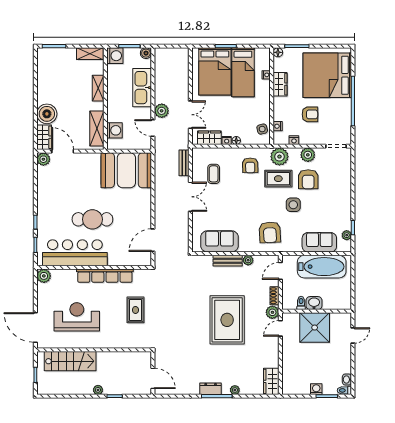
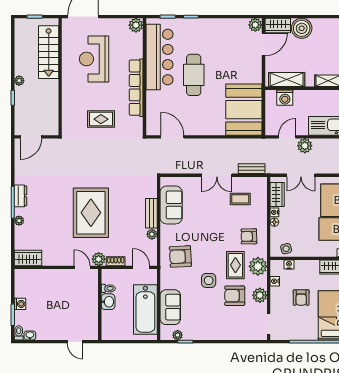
reception desk: (77, 317) -> (94, 59), turned 180
rug: (227, 320) -> (91, 213), turned 90
shower: (315, 328) -> (83, 302), removed

